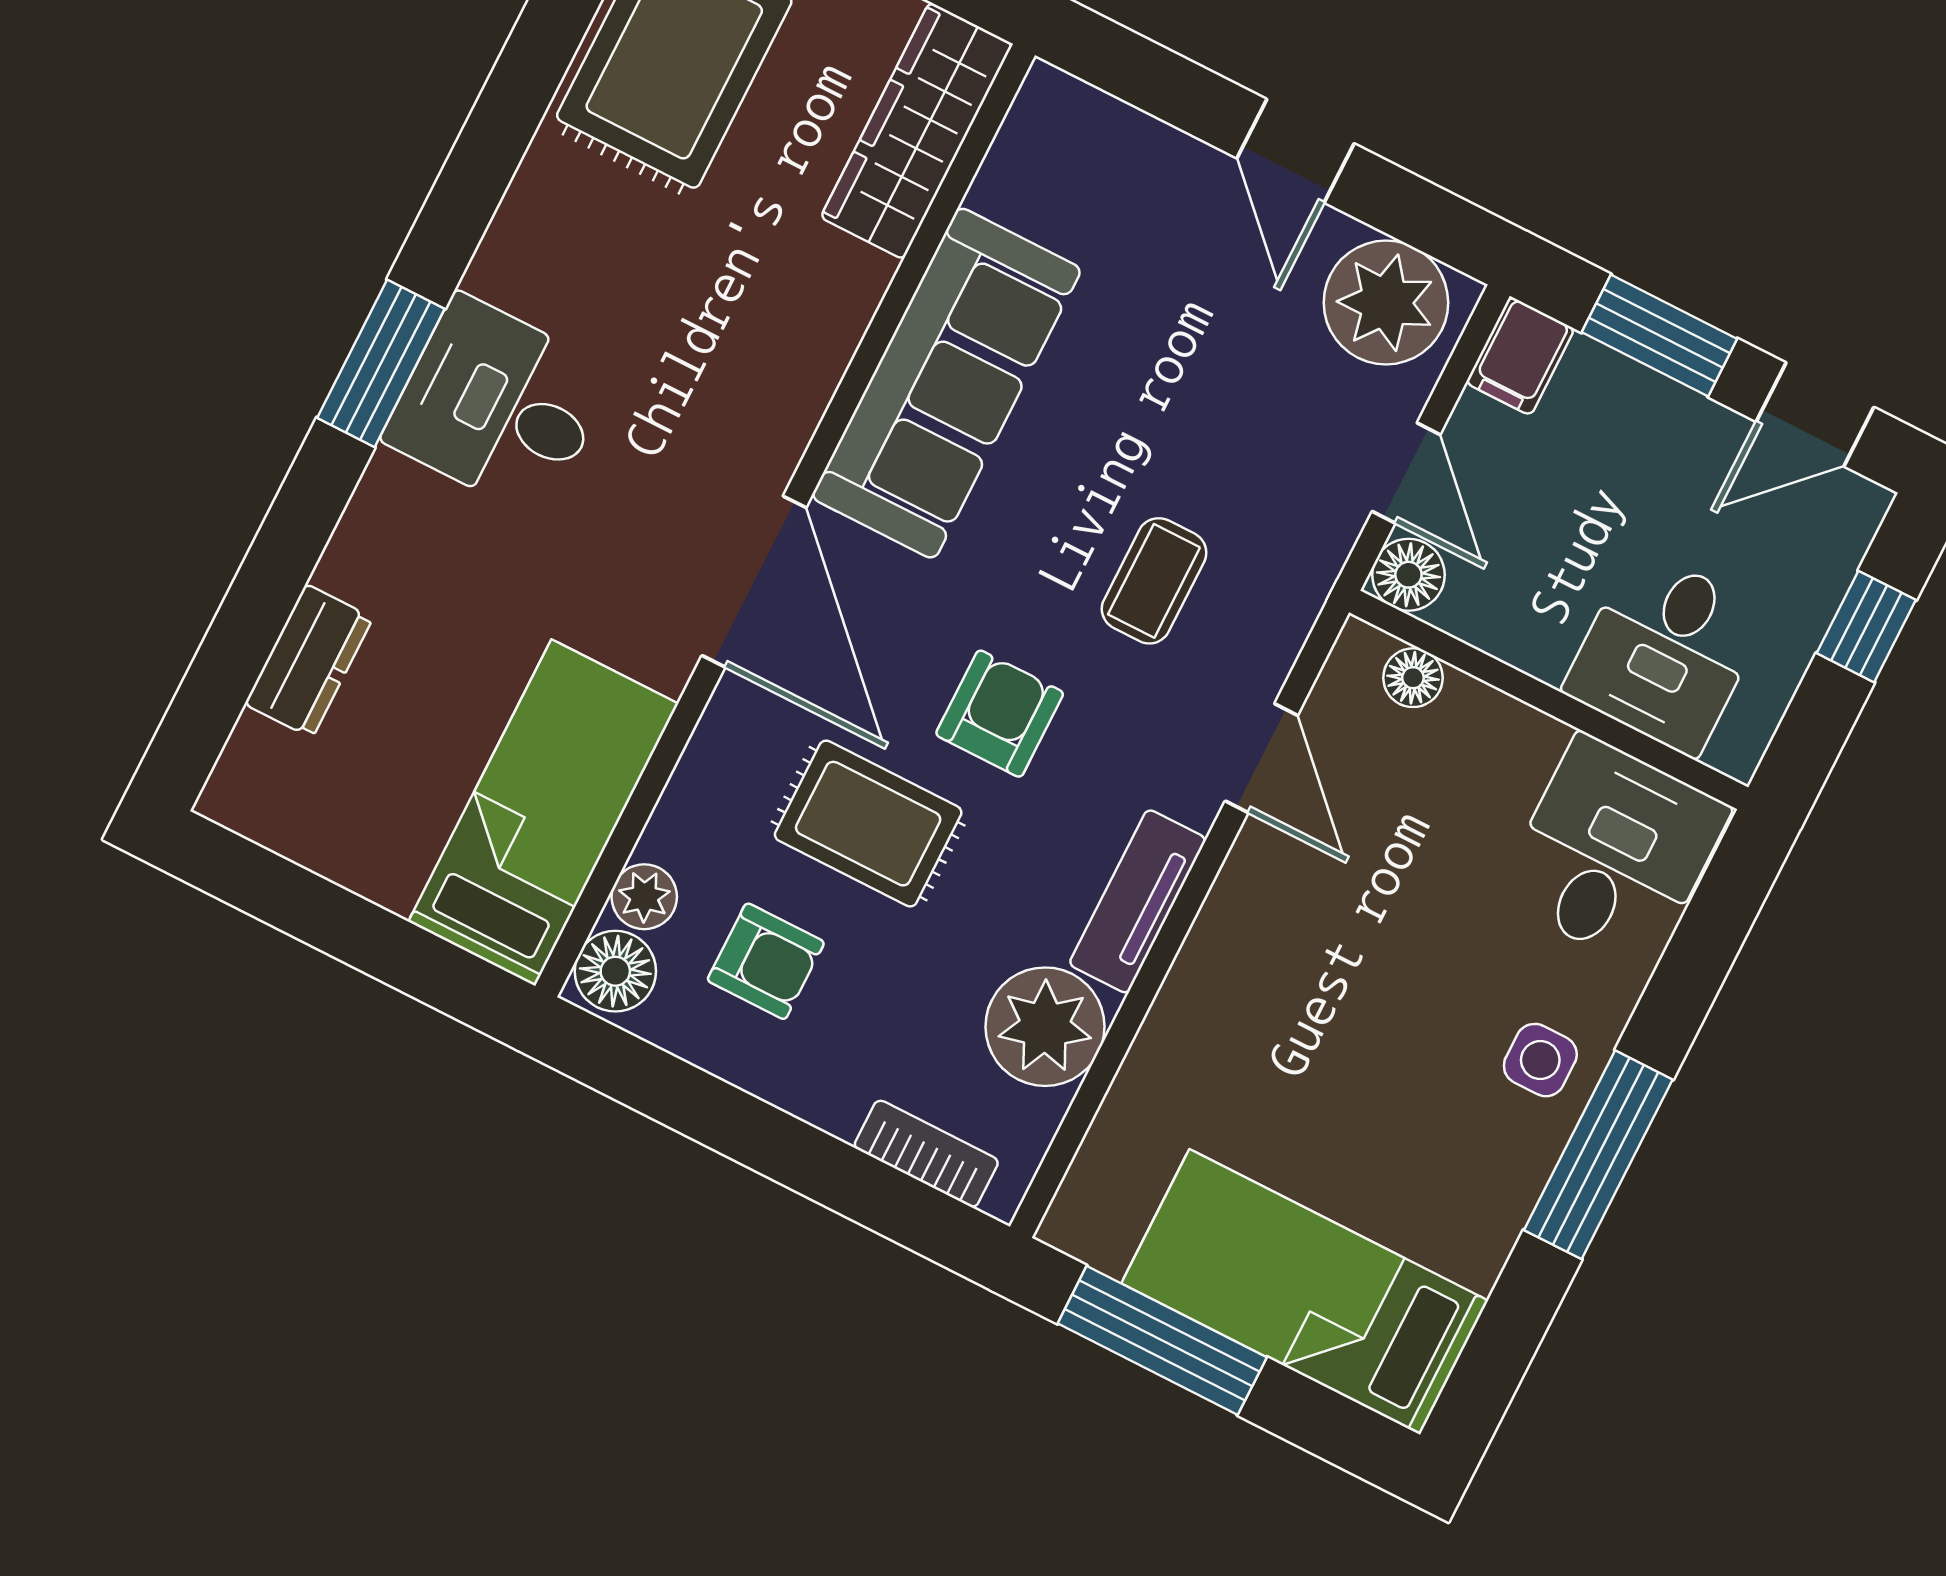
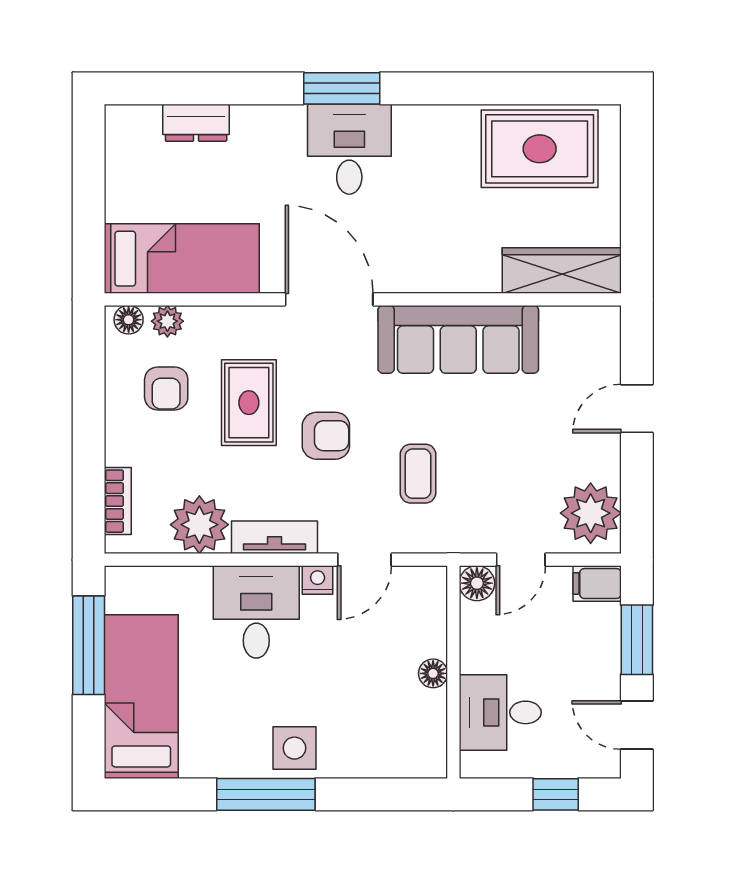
door: (1296, 151) -> (637, 409), moved
coffee table: (1154, 581) -> (418, 474), turned 90
door: (754, 582) -> (329, 299), swing flipped
floor lamp: (1413, 678) -> (433, 673), moved
desk: (1613, 852) -> (256, 612), moved, turned -90
nightstand: (1255, 862) -> (318, 580), added
floor lamp: (615, 971) -> (129, 320), width x0.73, depth x0.73
side table: (1540, 1060) -> (294, 748), width x1.37, depth x1.37

